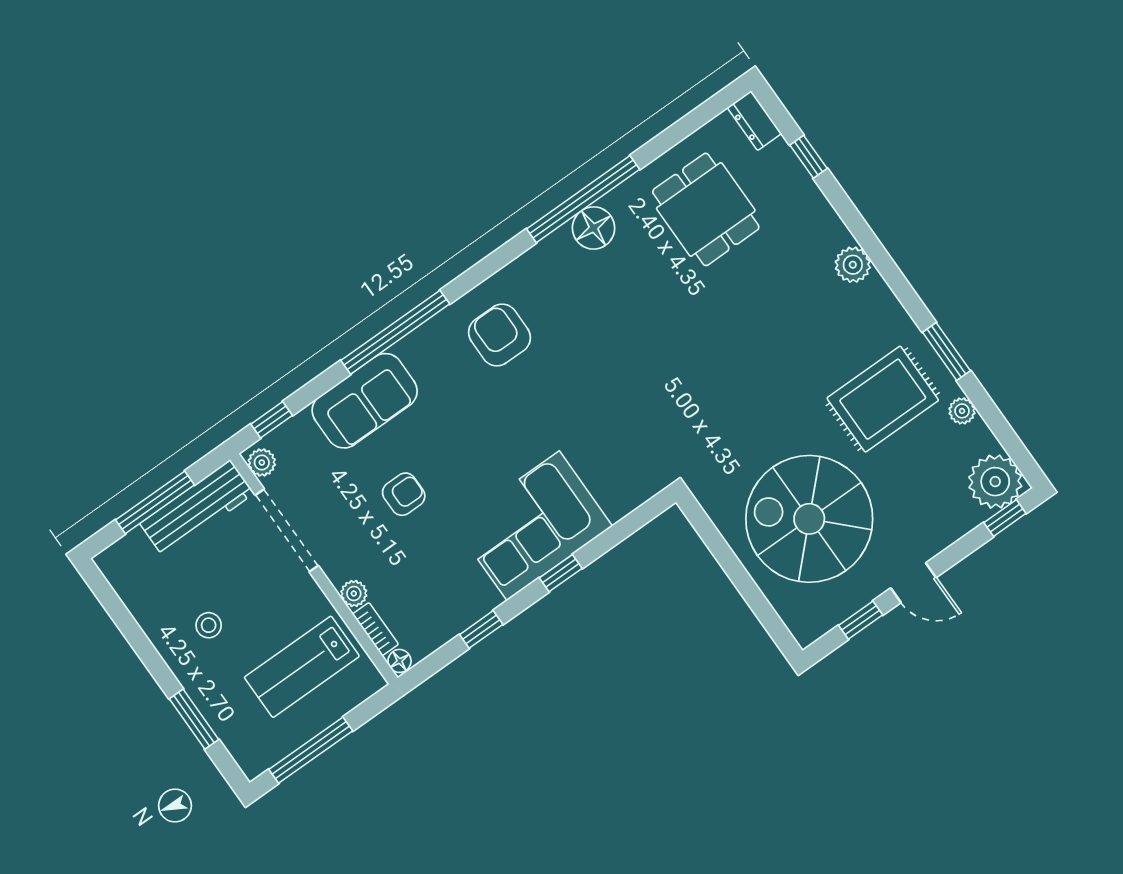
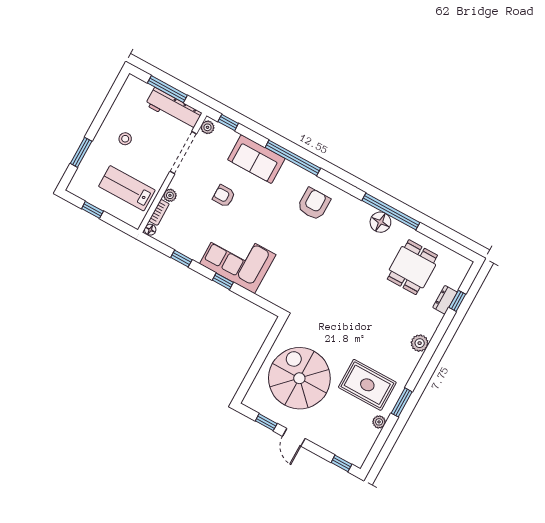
dresser: (754, 121) -> (445, 300), moved
plant: (995, 482) -> (355, 451), removed
armchair: (404, 494) -> (224, 196), turned 180
window: (311, 750) -> (92, 210), width x0.46

